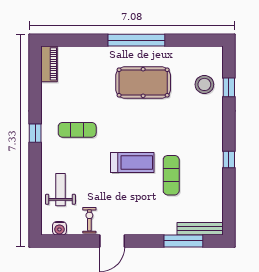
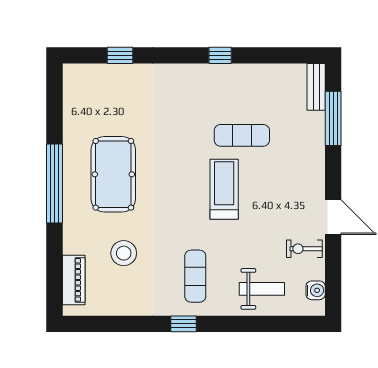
piano: (49, 64) -> (74, 280), moved, turned 90
stool: (204, 84) -> (124, 253), moved
exercise mat: (77, 130) -> (195, 276), moved
weight bench: (60, 190) -> (262, 289), turned 180
bench: (200, 229) -> (316, 87), width x0.73

